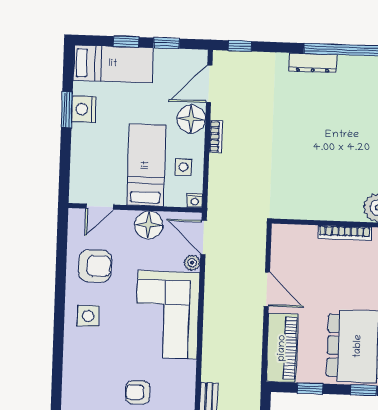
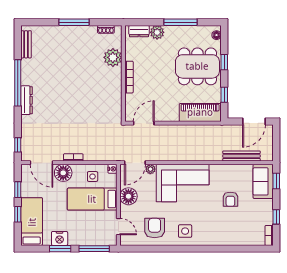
window: (65, 165) -> (94, 249), added
door: (267, 289) -> (144, 123), moved

